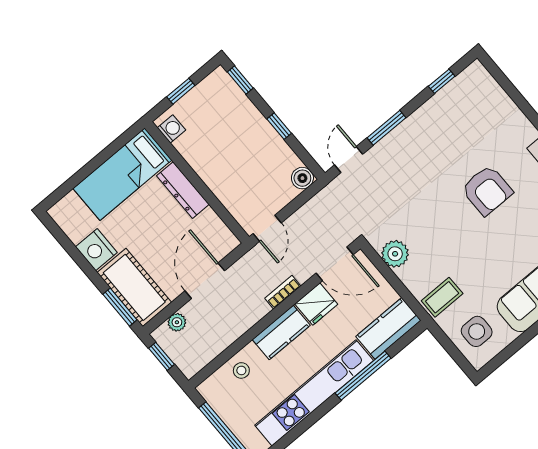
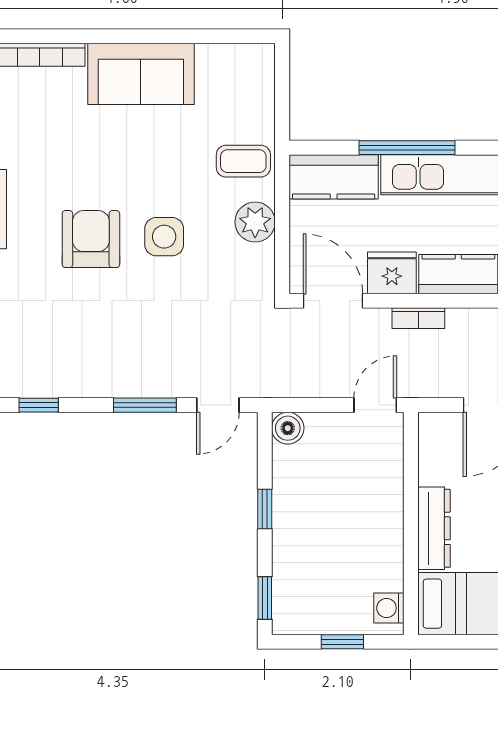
plant: (395, 254) -> (255, 222), moved
side table: (477, 331) -> (164, 237), moved

